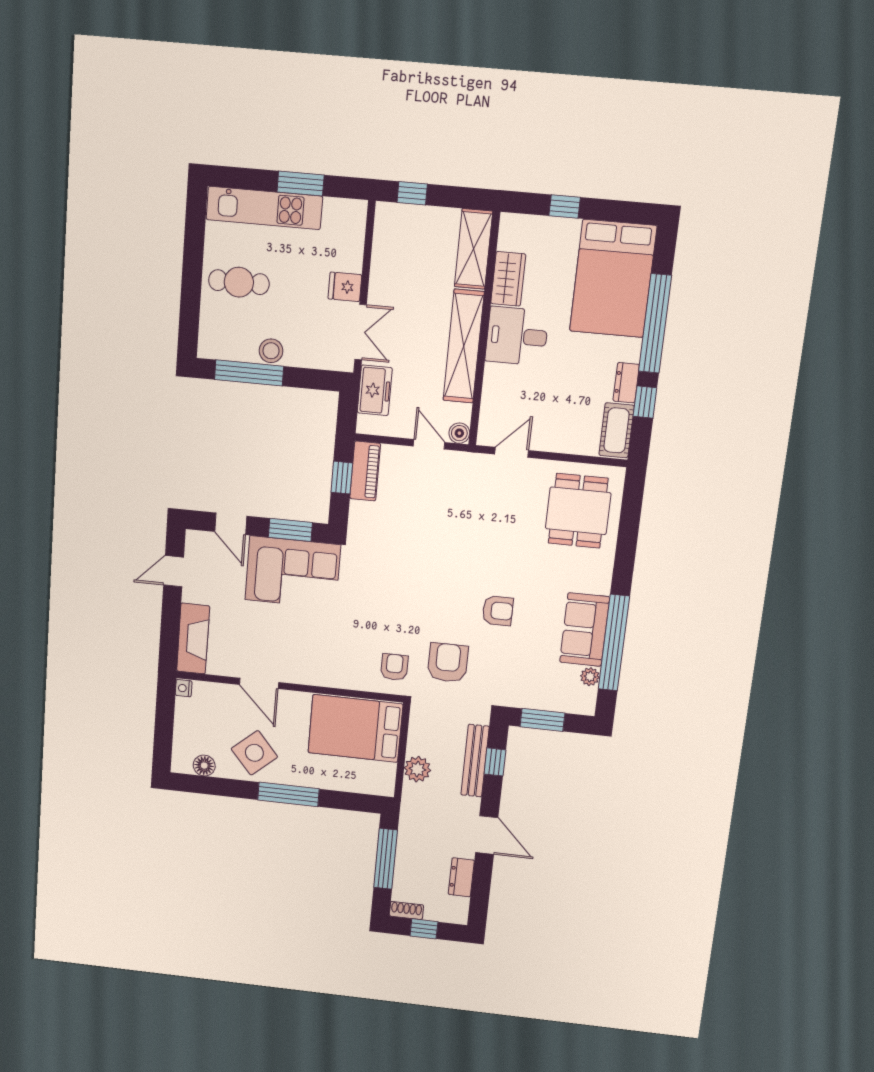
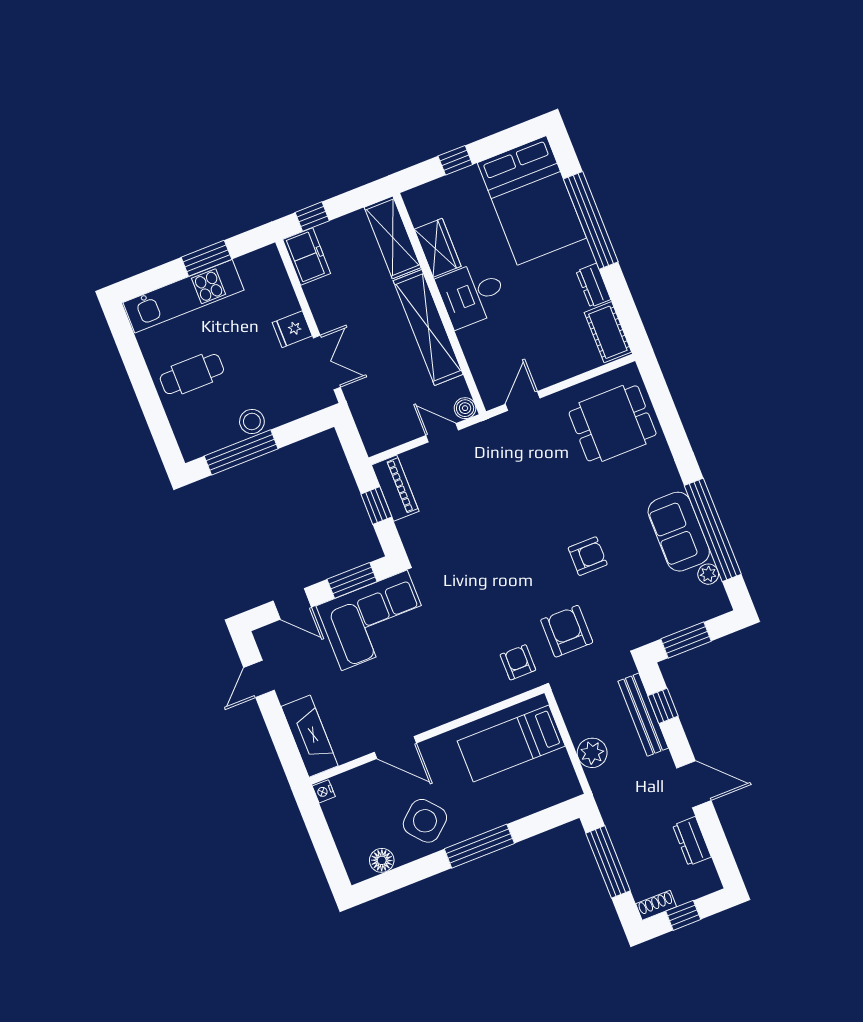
freezer: (375, 390) -> (307, 257), moved
window: (645, 402) -> (620, 294), removed
dining table: (578, 511) -> (613, 423), turned 90
bed: (355, 728) -> (511, 744), width x0.67

